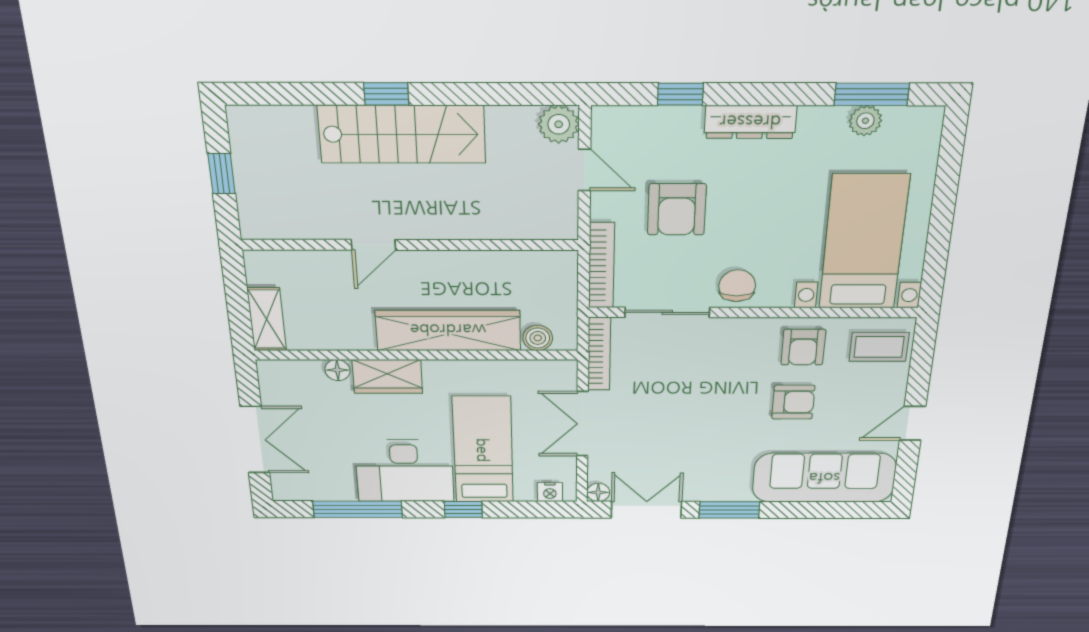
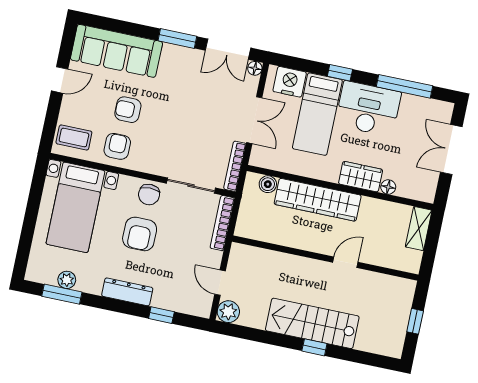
armchair: (677, 209) -> (140, 234), moved, turned 180
nightstand: (550, 492) -> (290, 82), width x1.89, depth x1.79

